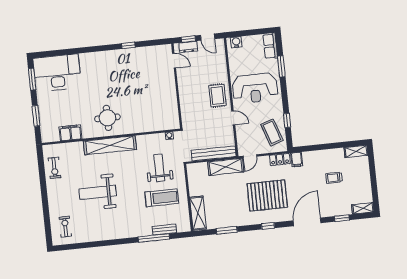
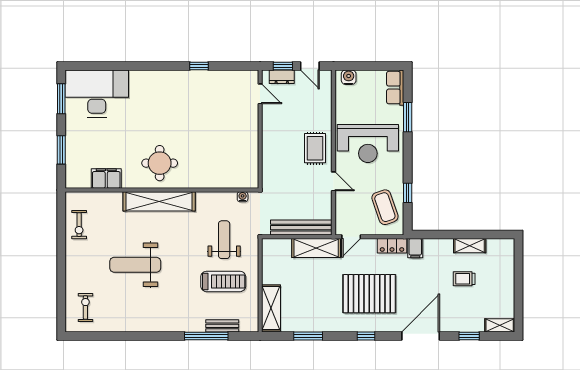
shelving: (356, 151) -> (470, 246), moved

